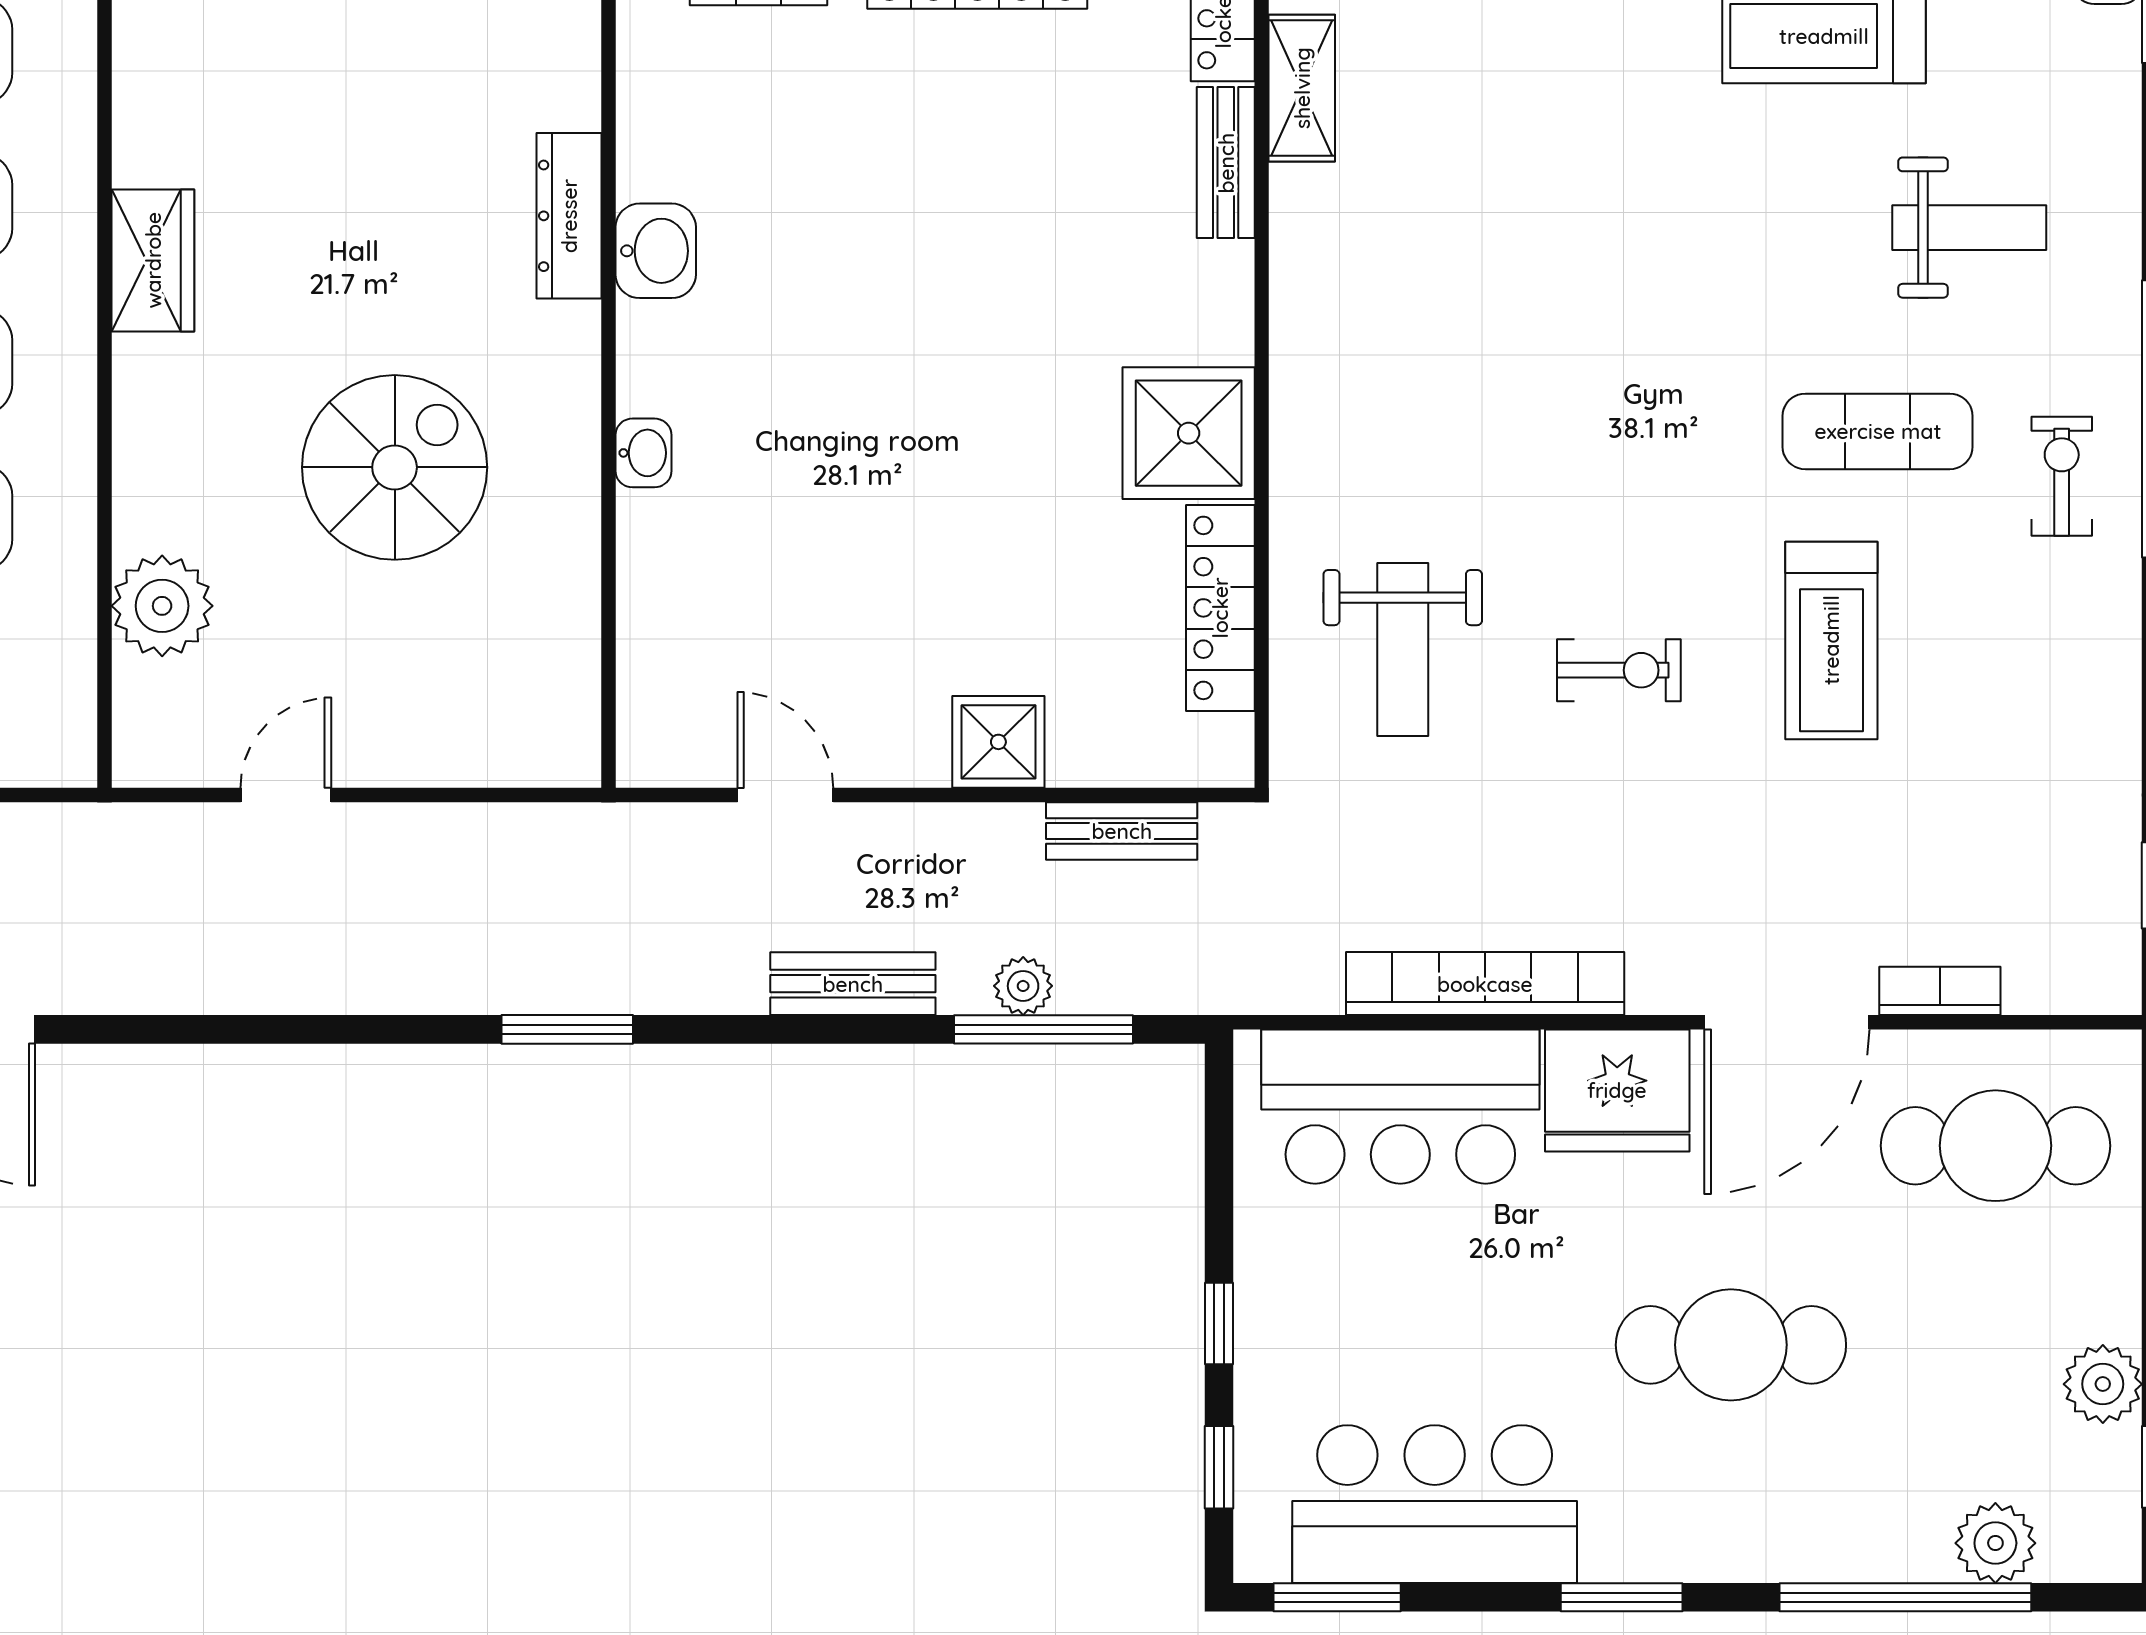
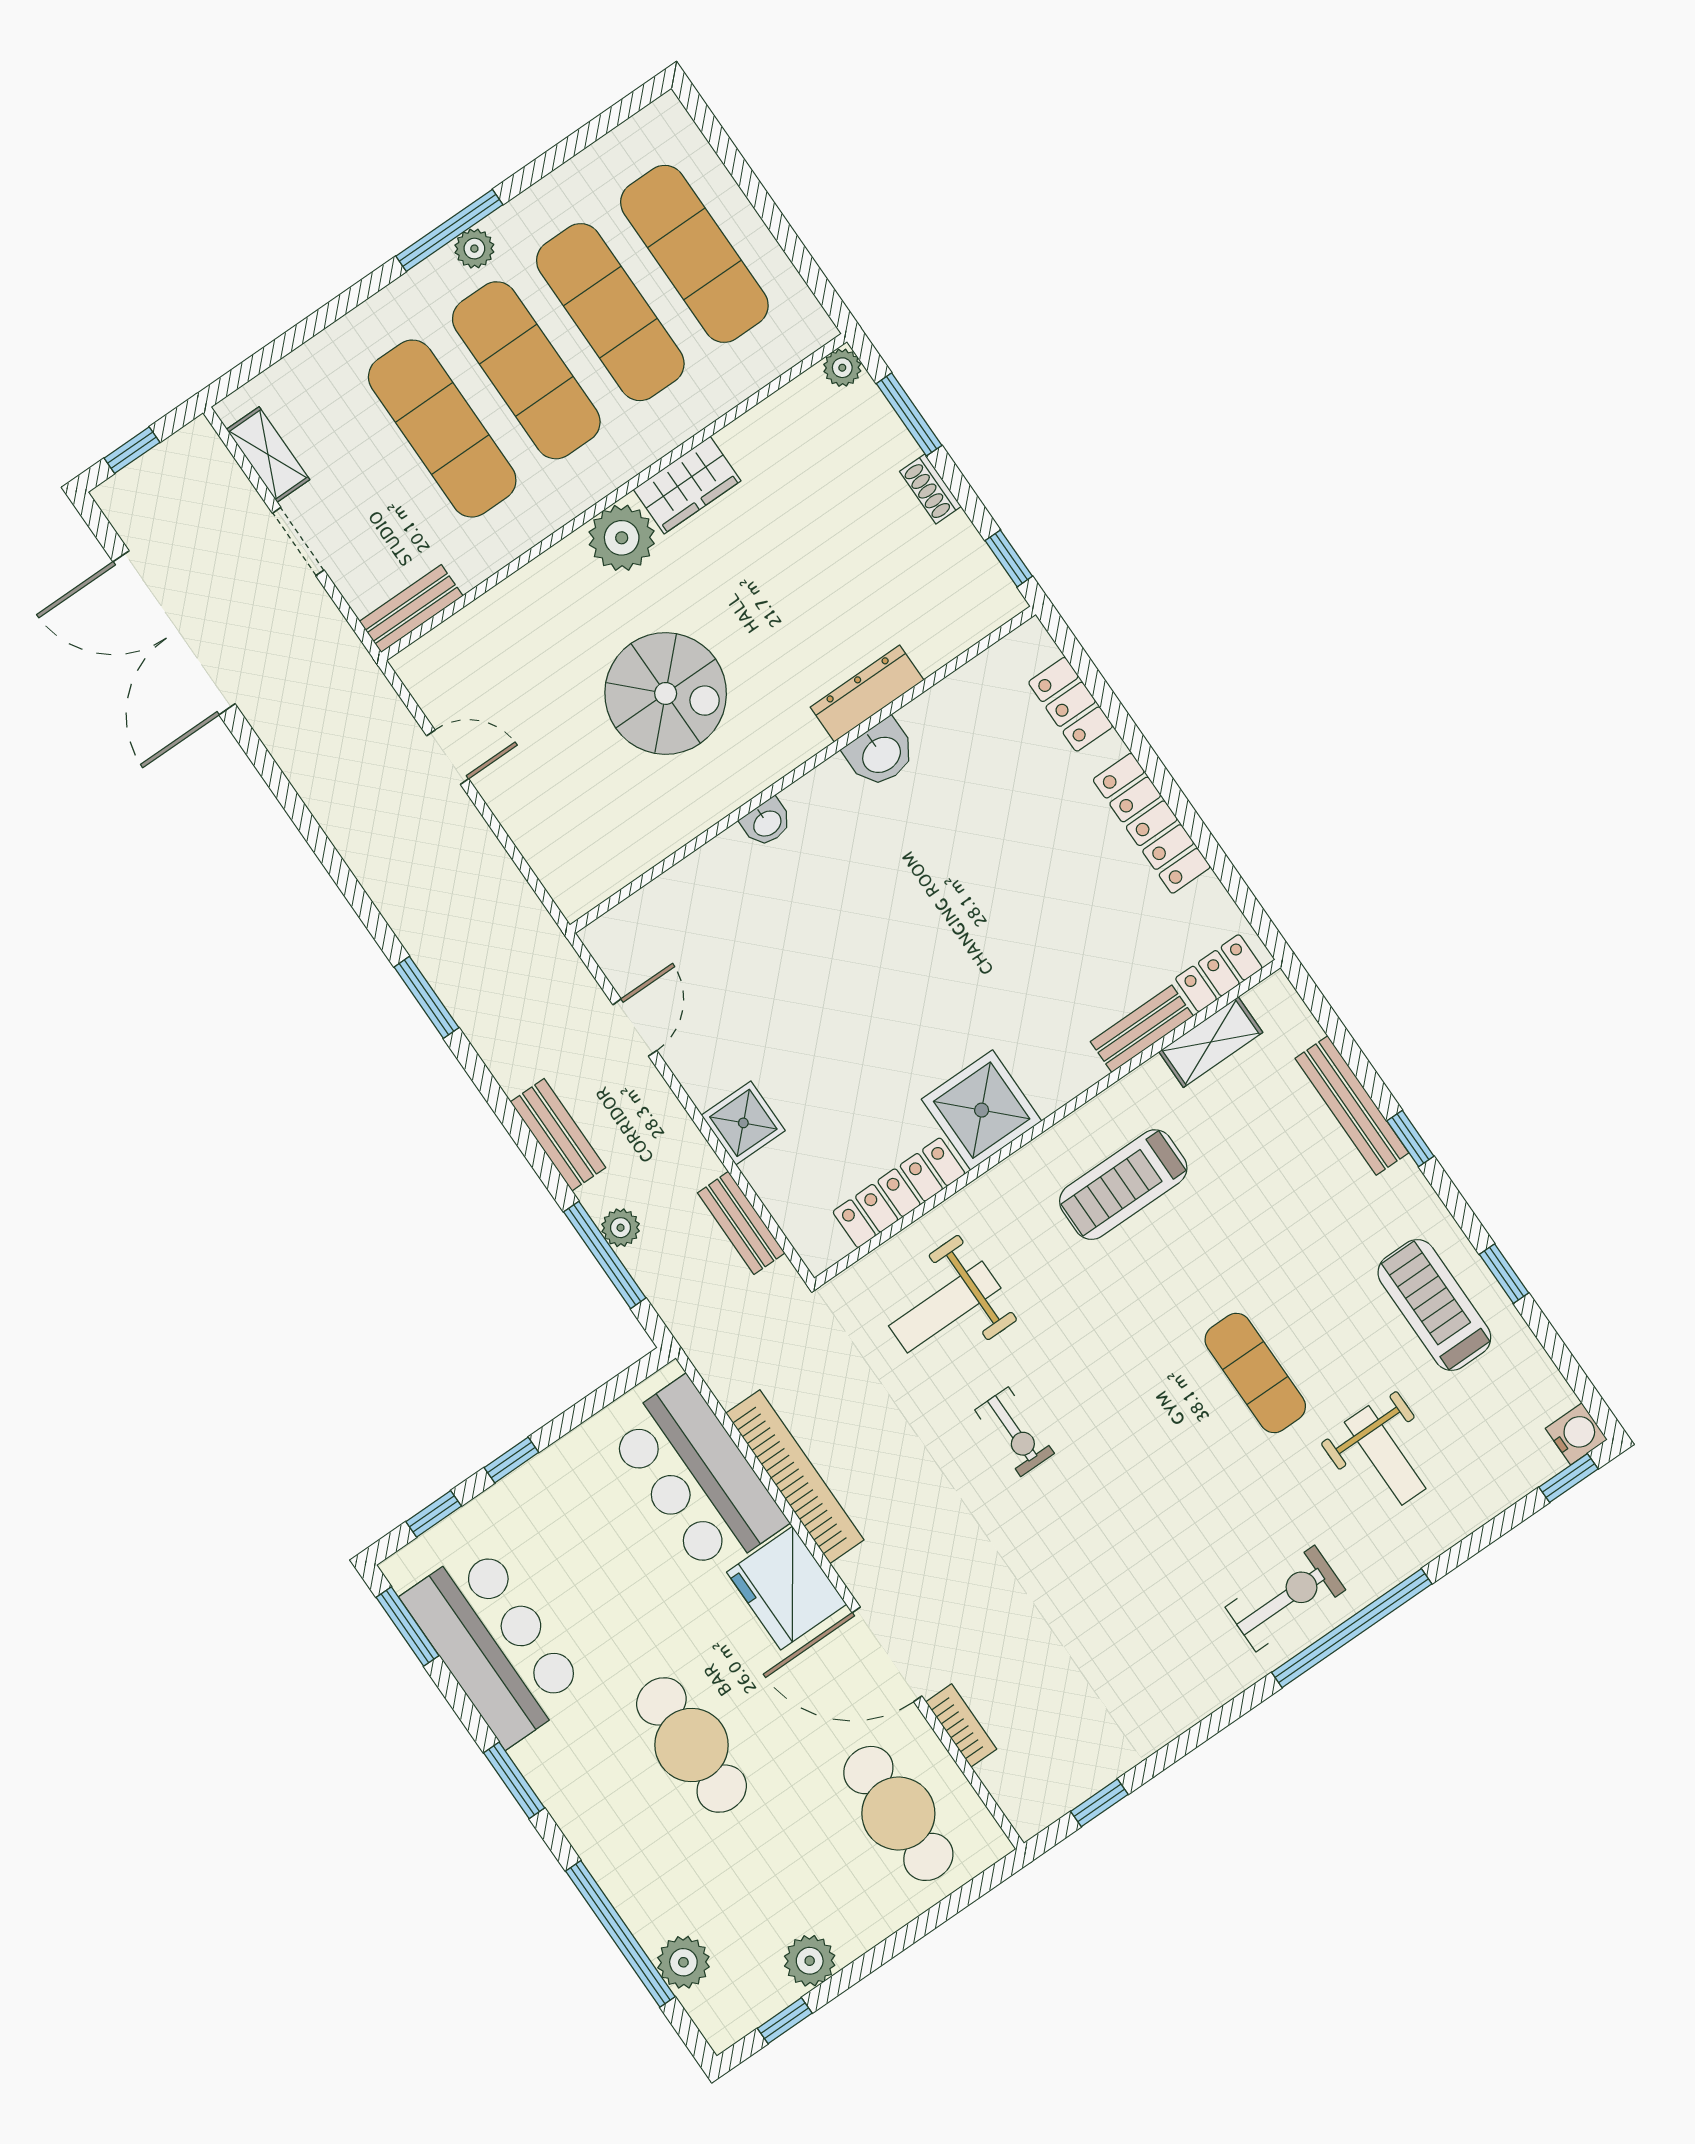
exercise mat: (1878, 431) -> (1255, 1373), moved
exercise bike: (2062, 476) -> (1285, 1599), width x1.38, depth x1.39
plant: (162, 606) -> (622, 538), moved
treadmill: (1831, 640) -> (1123, 1185), moved
bench: (68, 712) -> (411, 609), added

